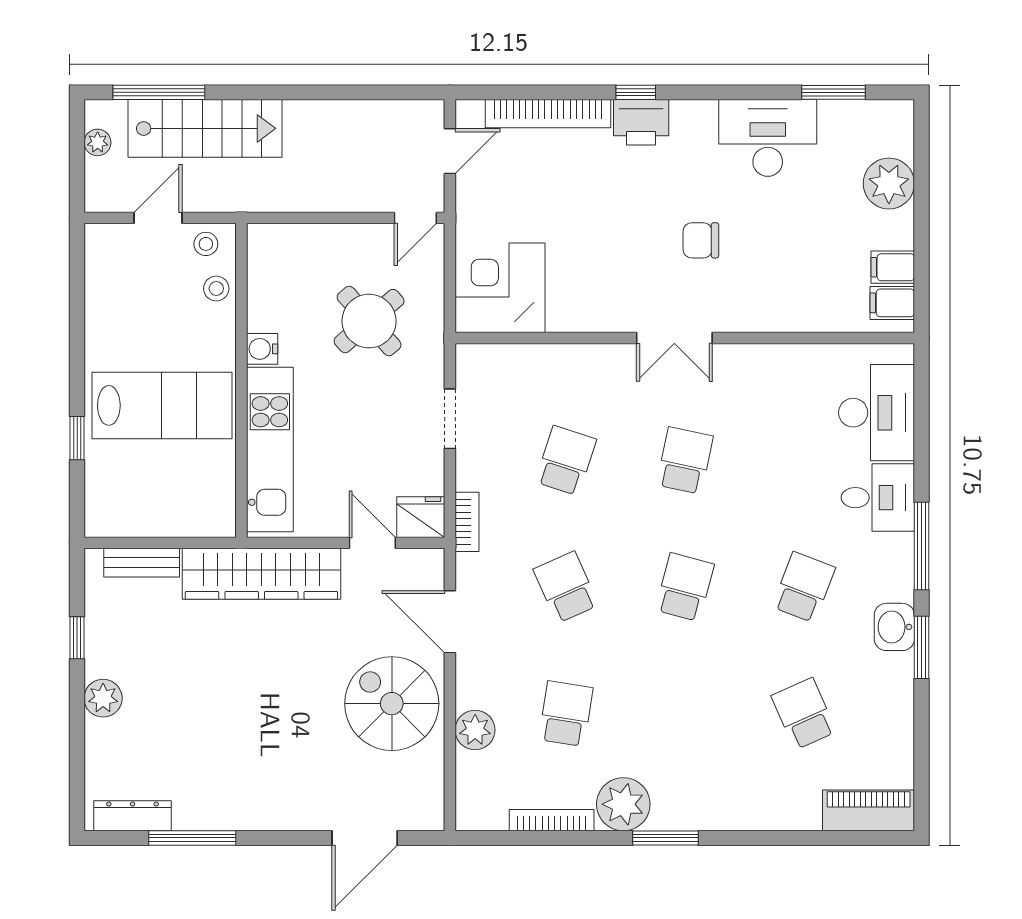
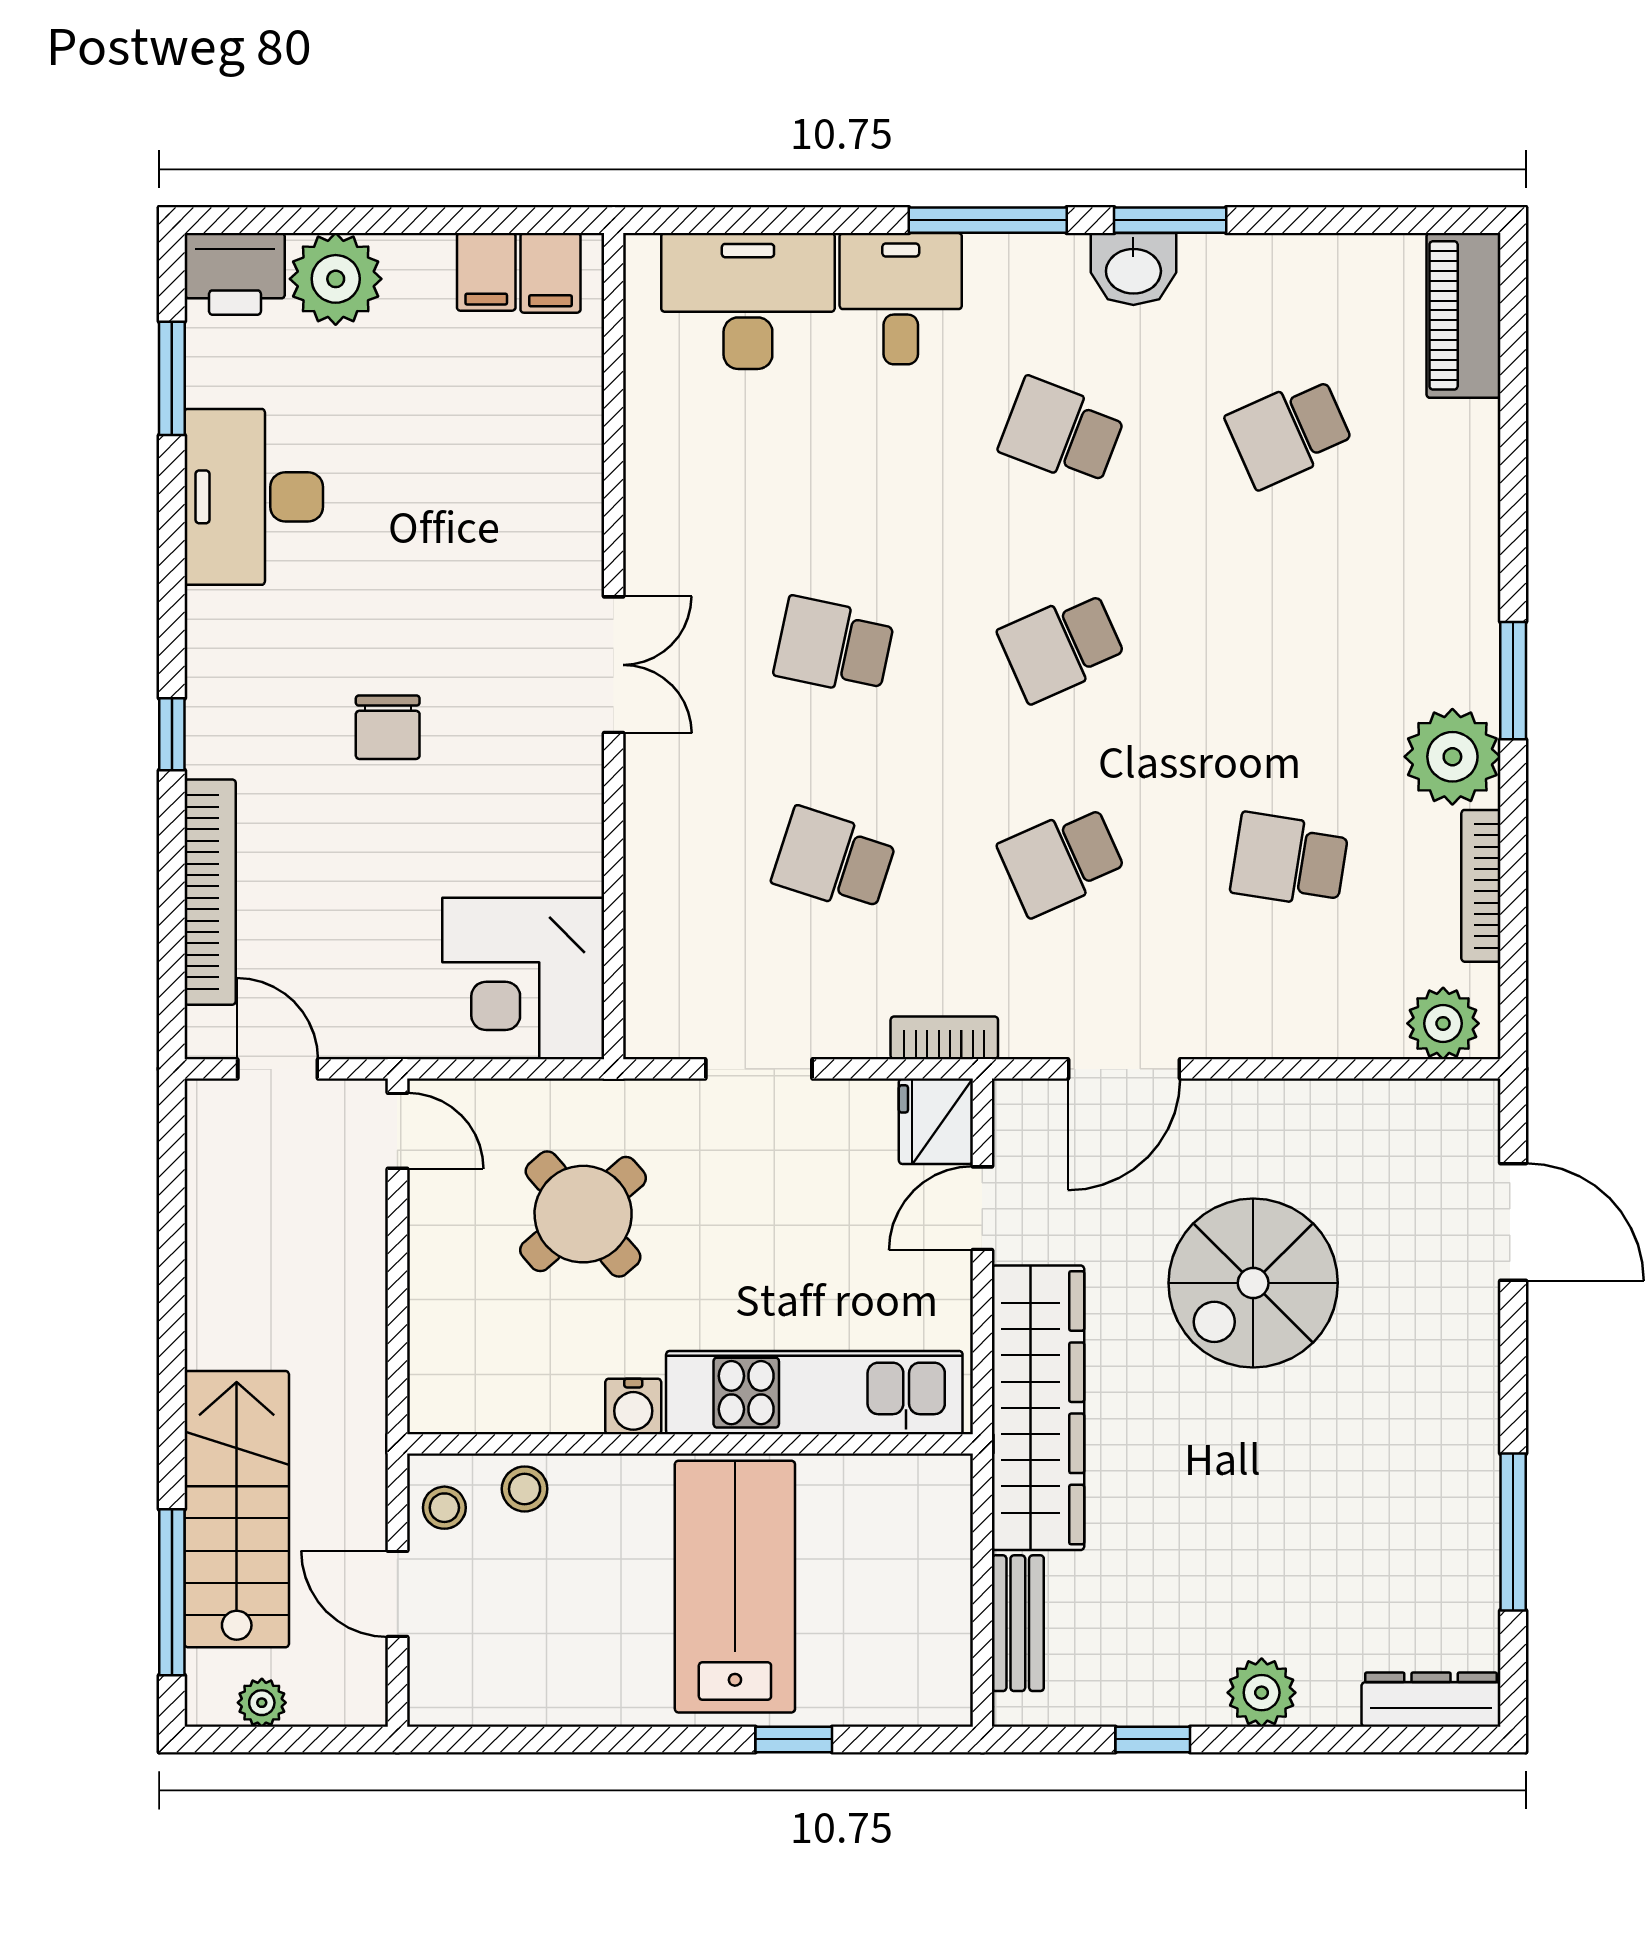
printer: (641, 122) -> (235, 274), moved, turned 90
chair: (701, 240) -> (388, 727), moved
school desk: (685, 587) -> (1062, 646), turned -39
spiral stairs: (392, 704) -> (1253, 1283), moved
plant: (475, 730) -> (1443, 1023), moved
dresser: (133, 816) -> (1431, 1700), moved, turned 90

